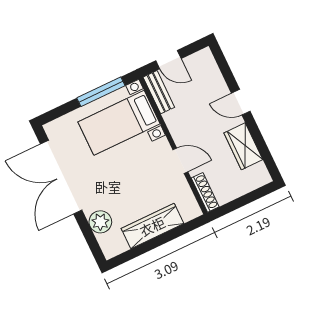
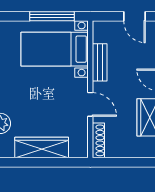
door: (168, 60) -> (134, 16), moved
bench: (159, 92) -> (100, 62), moved

